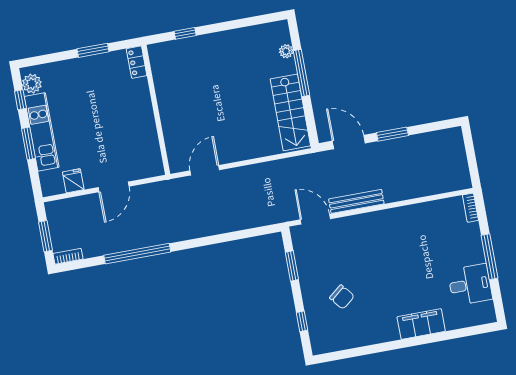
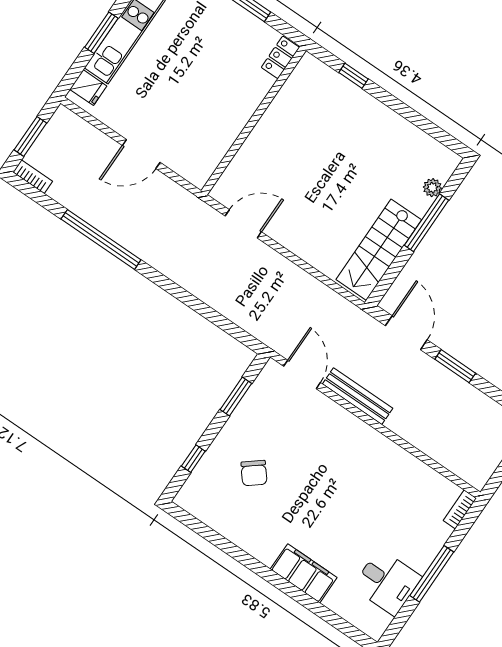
fridge: (73, 181) -> (88, 88), moved, turned 90

